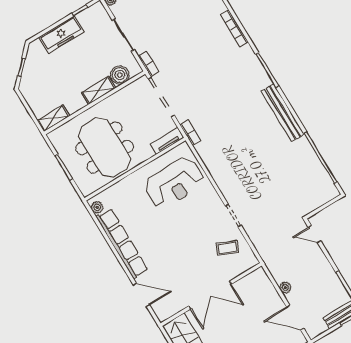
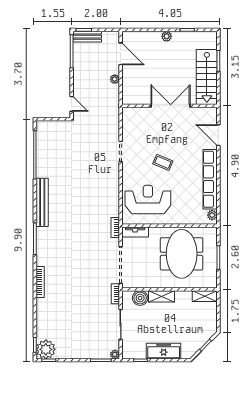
coffee table: (227, 248) -> (163, 162), moved

